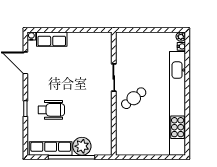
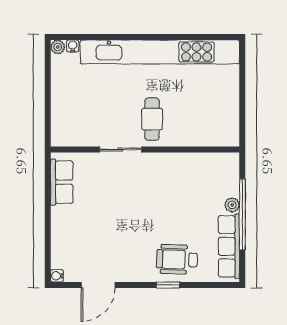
row of seats: (52, 39) -> (62, 182), moved
cafe table: (134, 98) -> (152, 119), turned 38
wheelchair: (51, 110) -> (177, 259), moved, turned -88
plant: (82, 146) -> (232, 205), width x0.53, depth x0.53

